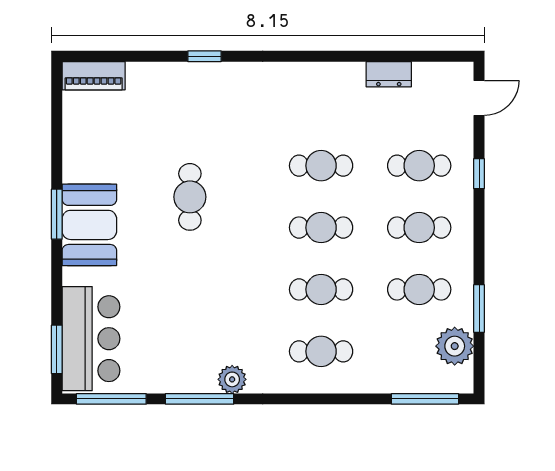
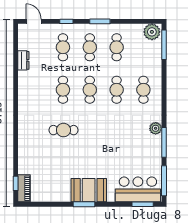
window: (204, 56) -> (16, 183), moved
cafe table: (190, 197) -> (63, 130), moved
window: (479, 308) -> (100, 21), moved
plant: (455, 346) -> (152, 32), moved

